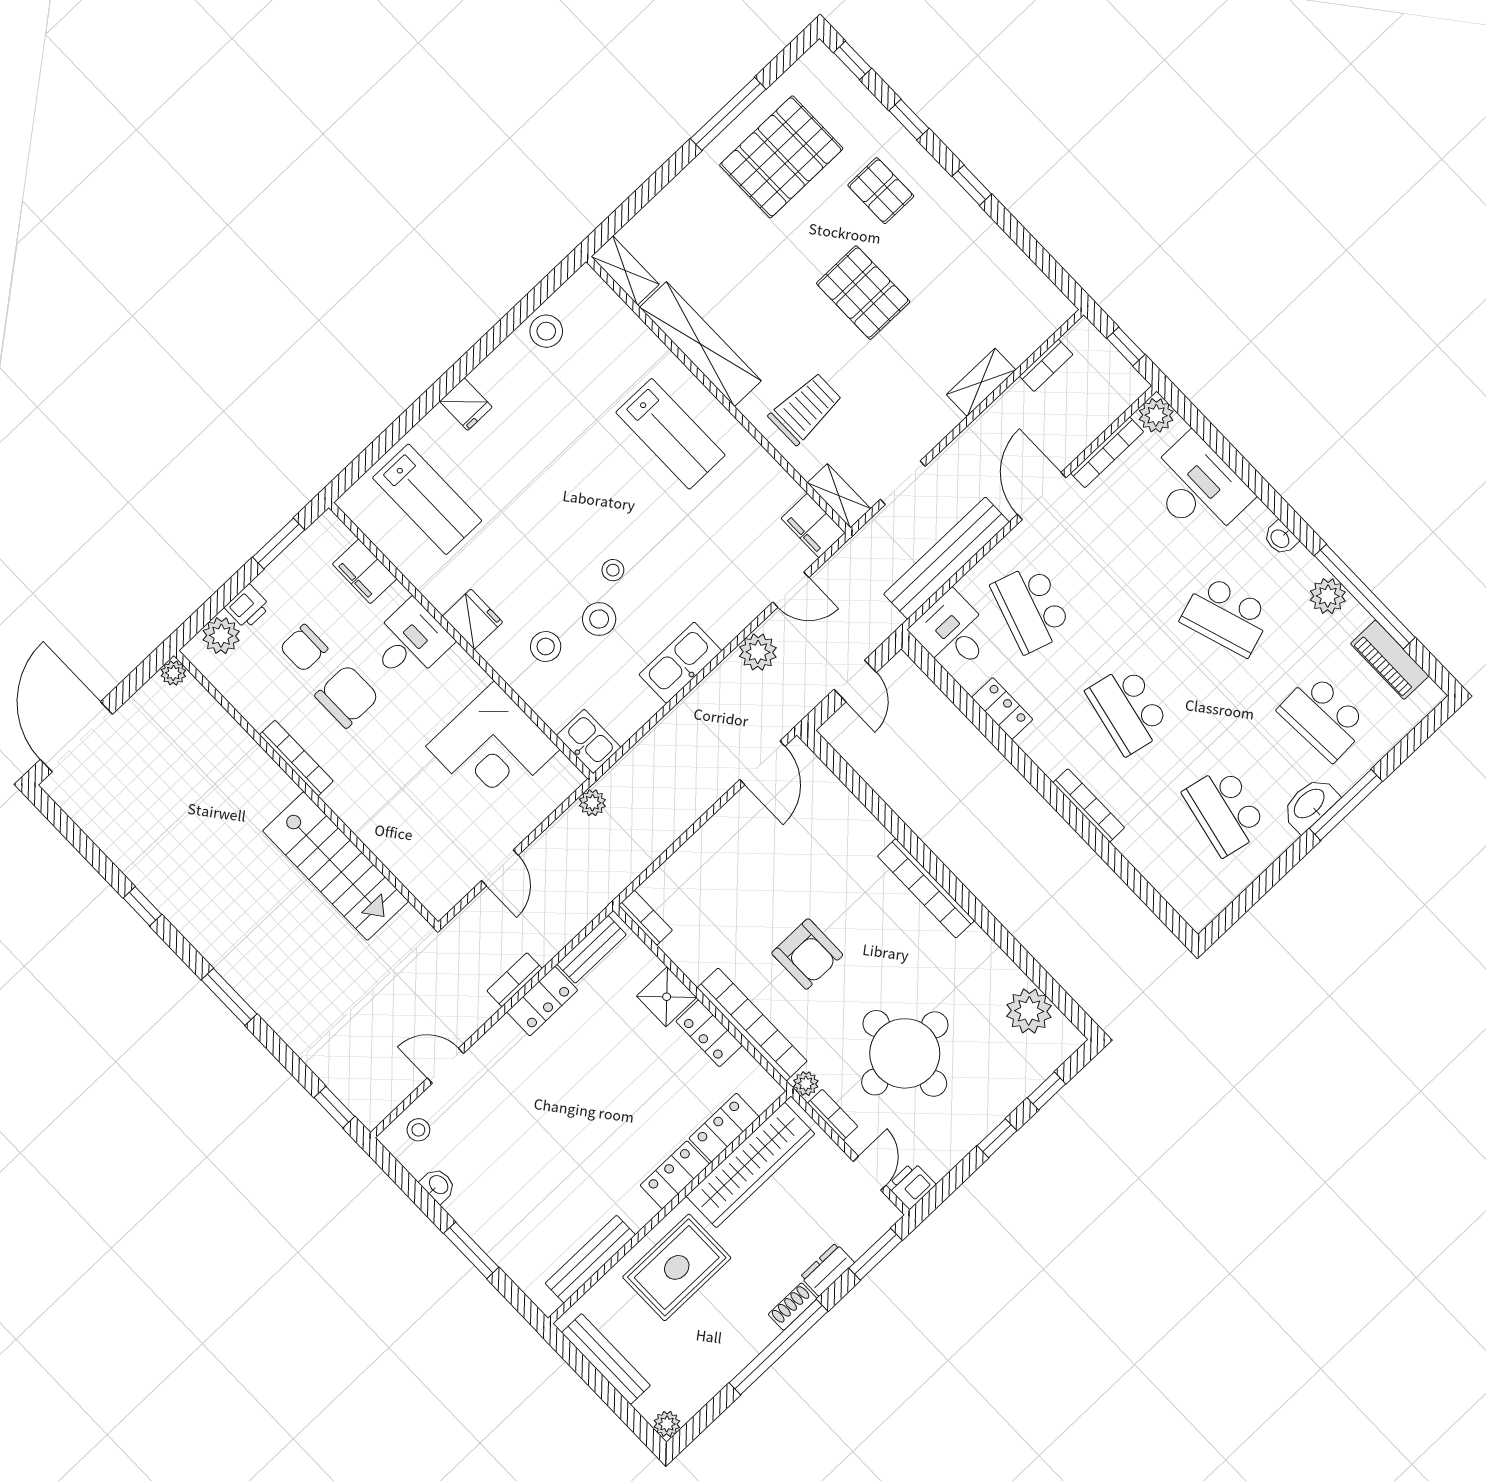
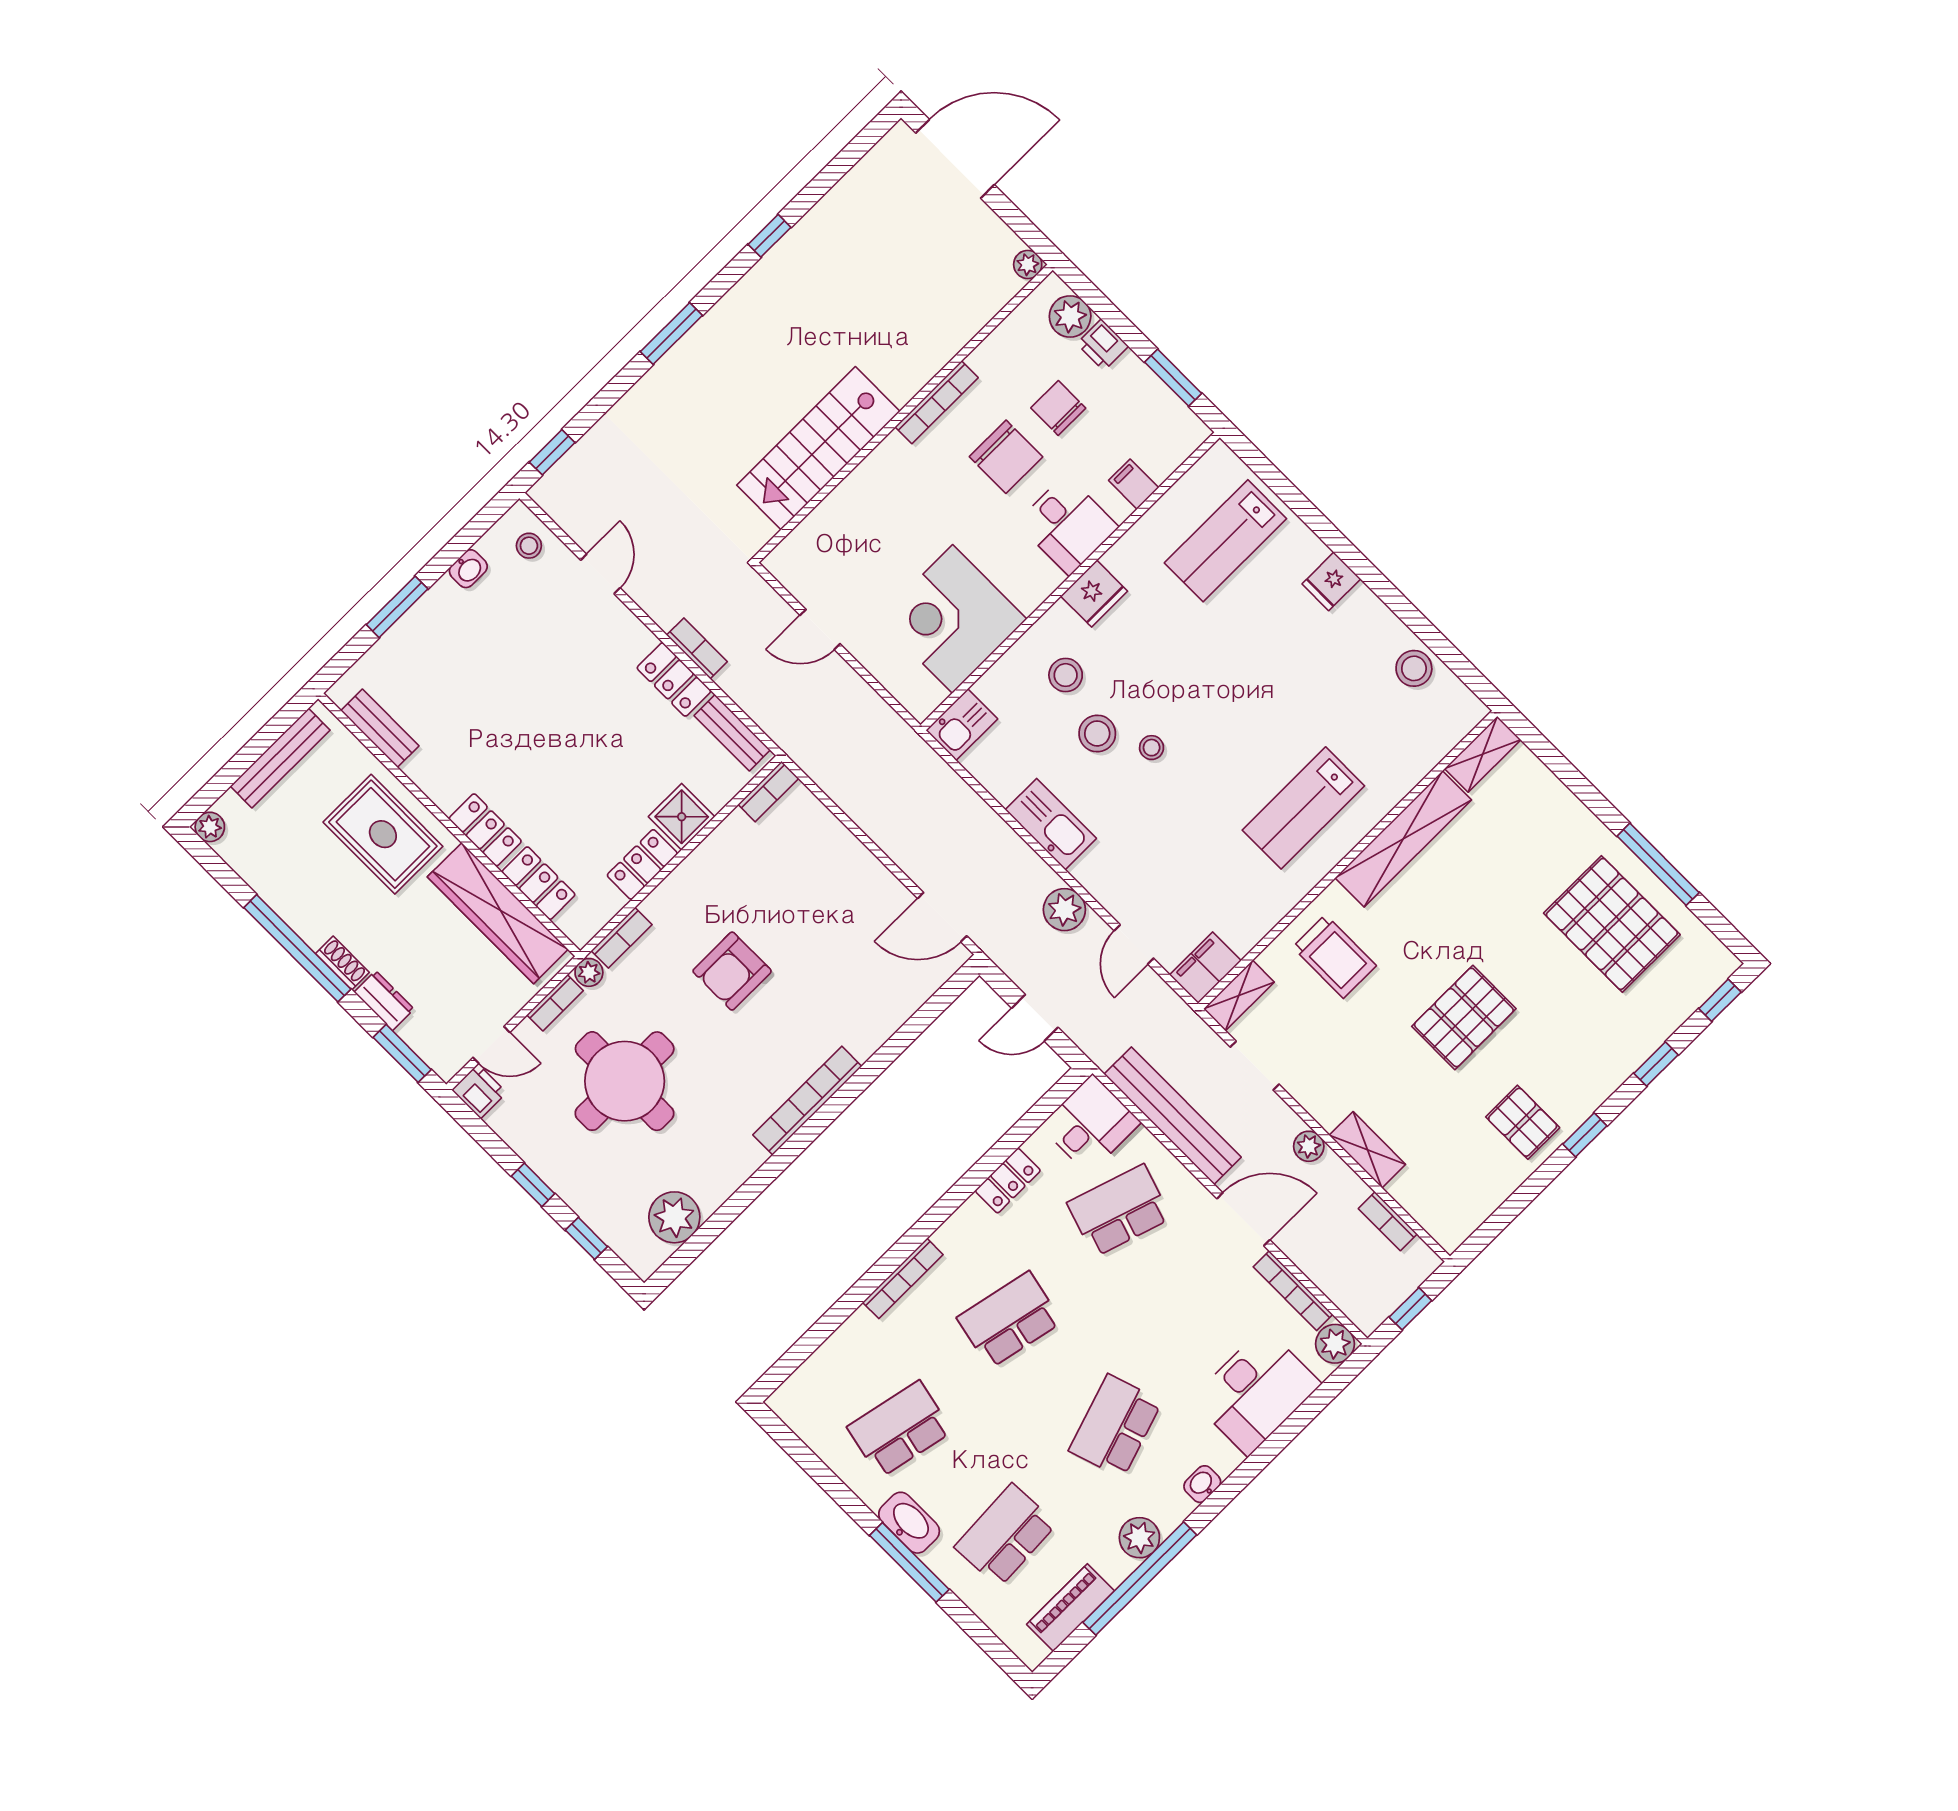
pallet: (881, 191) -> (1523, 1122), moved, turned 90
filing cabinet: (365, 571) -> (1134, 484), width x0.50
plant: (592, 803) -> (1309, 1146), moved
bookcase: (752, 1024) -> (622, 938), width x0.43, depth x0.76
bench: (590, 1259) -> (380, 728), width x0.73

